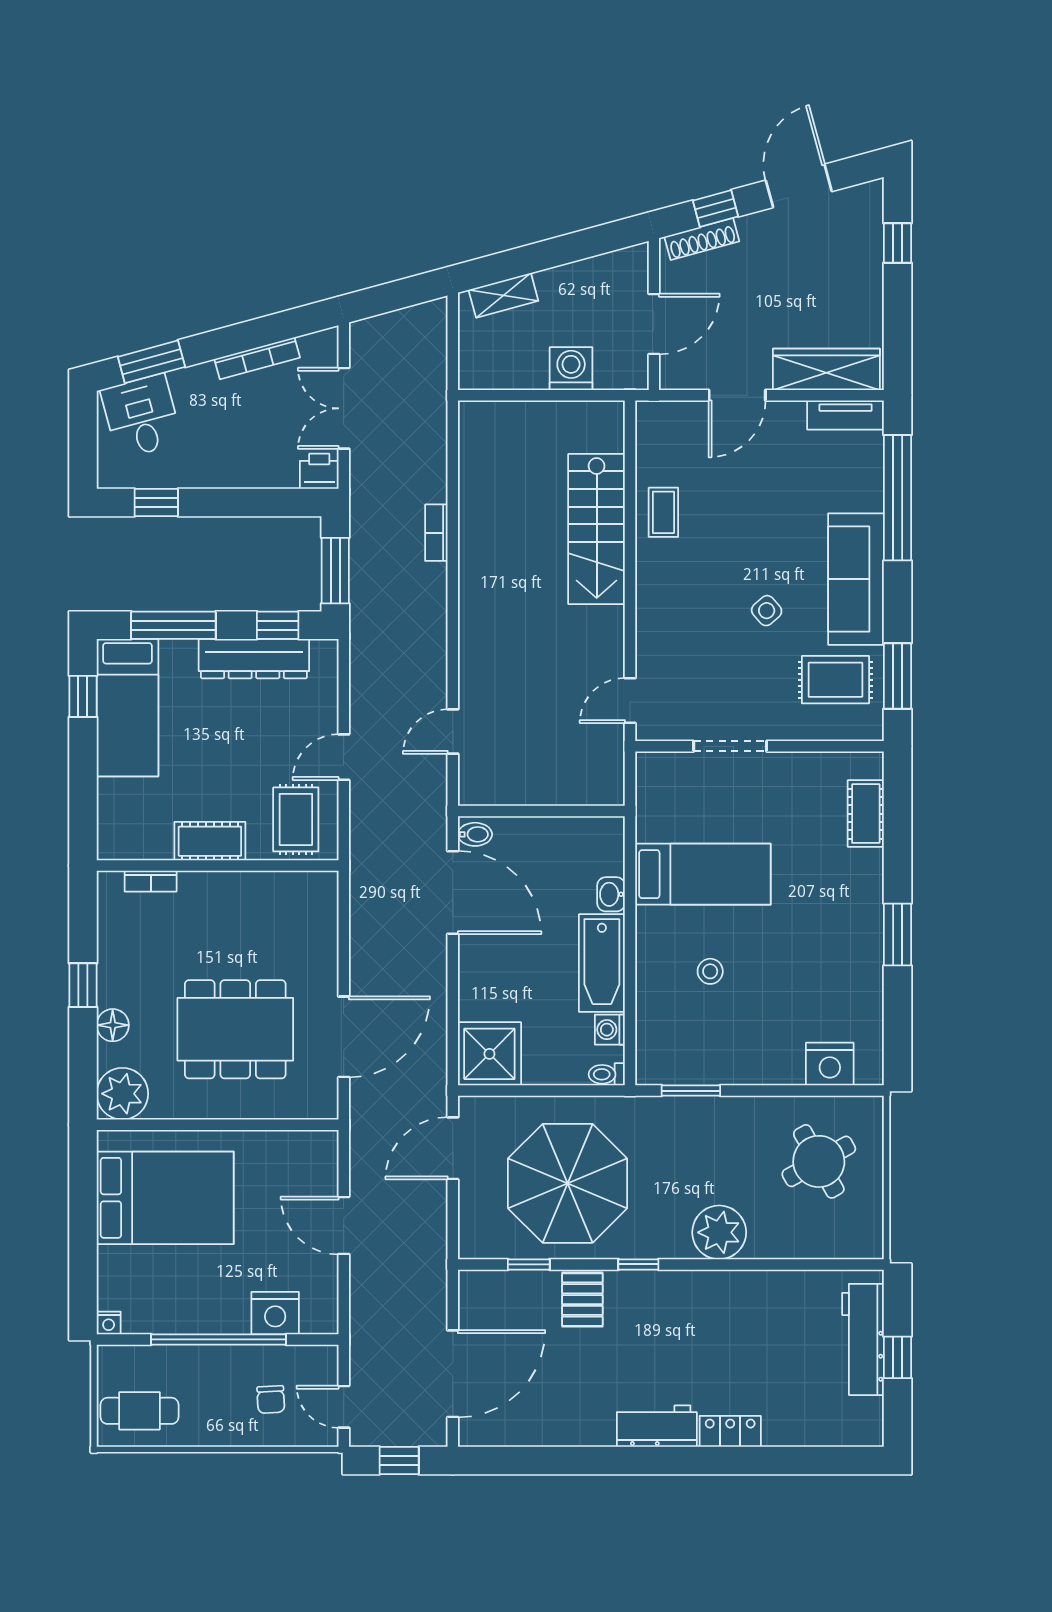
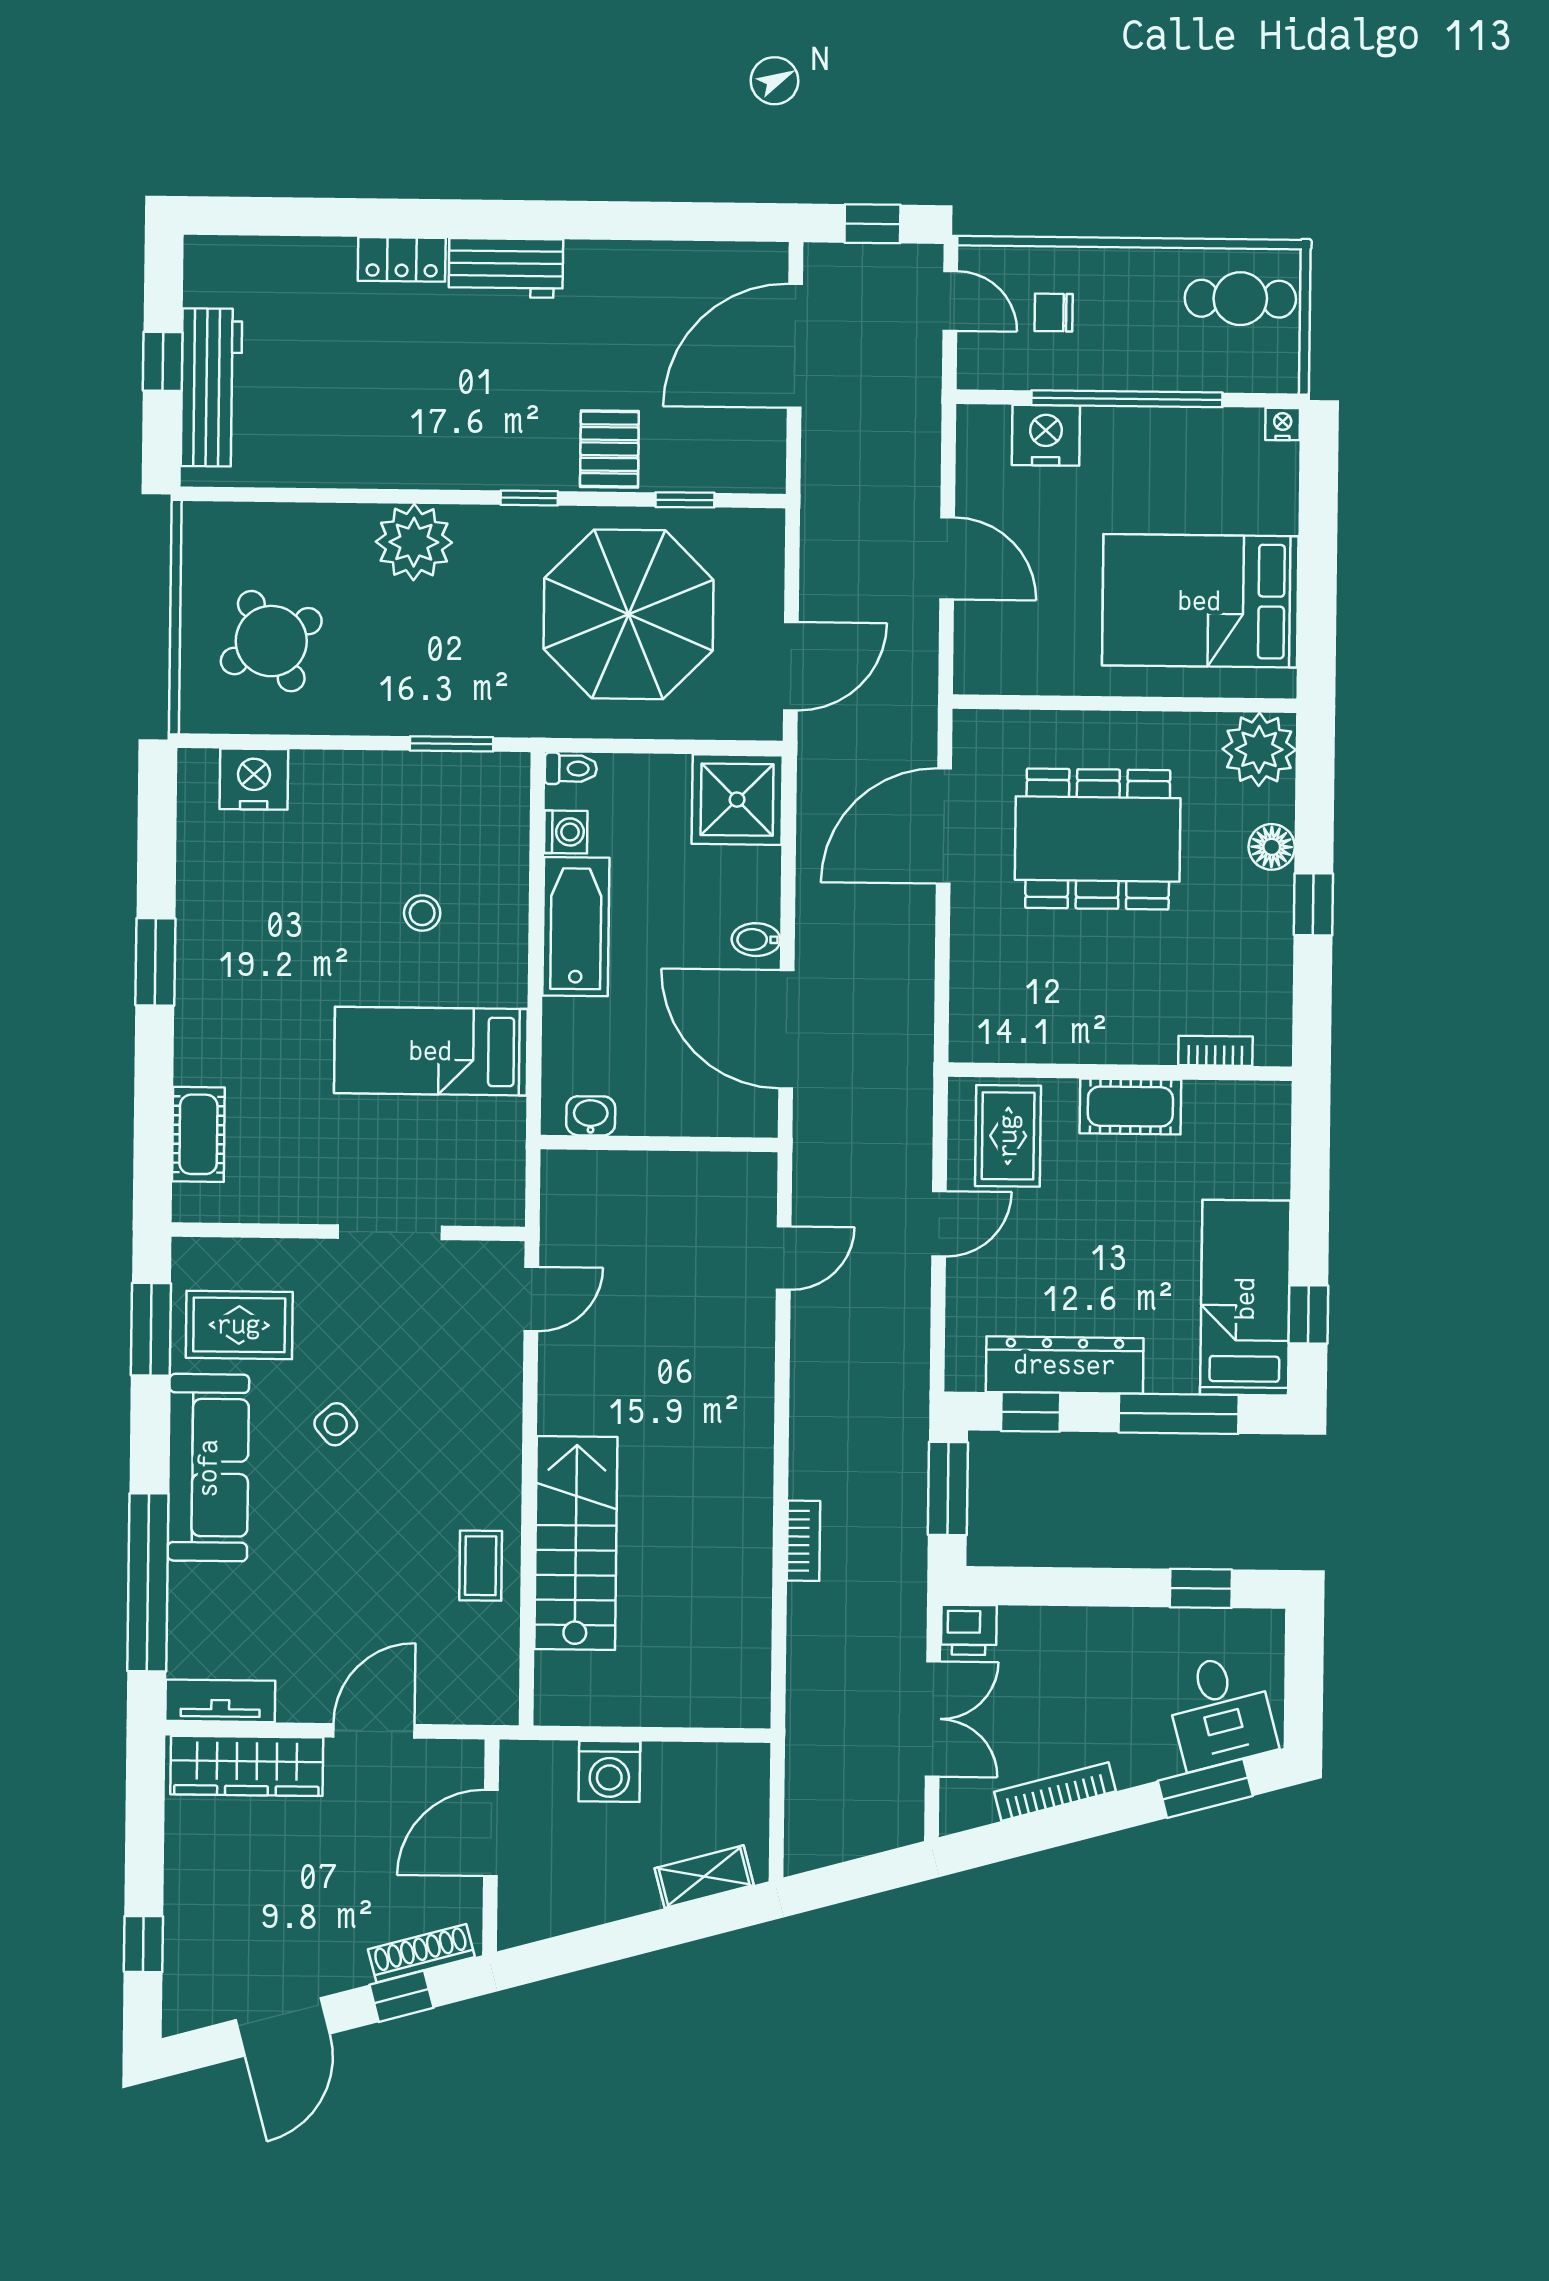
bidet: (475, 834) -> (756, 940), moved
washbasin: (611, 894) -> (591, 1116), moved, turned -90
chair: (271, 1399) -> (1054, 313), turned -87

